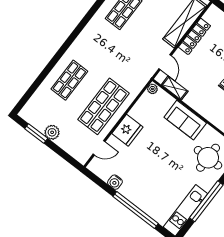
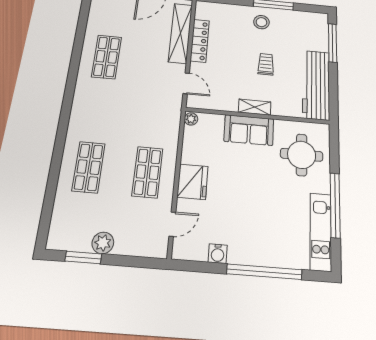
shelving: (175, 88) -> (255, 107), moved
shop shelf: (103, 106) -> (148, 172), width x0.70, depth x0.74

